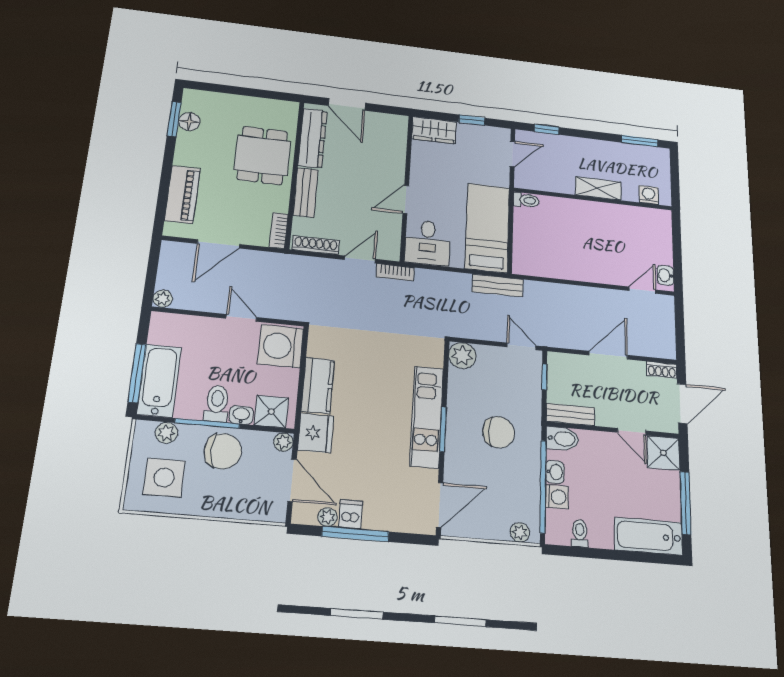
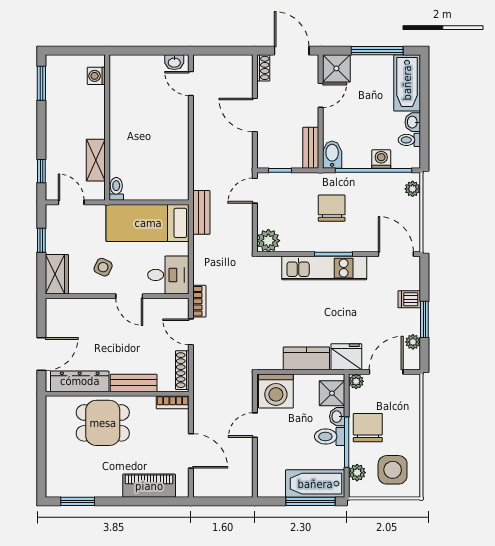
floor lamp: (189, 122) -> (78, 488), removed
side table: (440, 177) -> (103, 267), added
shelving: (598, 188) -> (96, 160), moved
plant: (163, 299) -> (245, 490), removed
washbasin: (555, 472) -> (413, 122), moved, turned -90
dishwasher: (351, 514) -> (409, 299), moved
window: (355, 534) -> (424, 319), width x0.69

